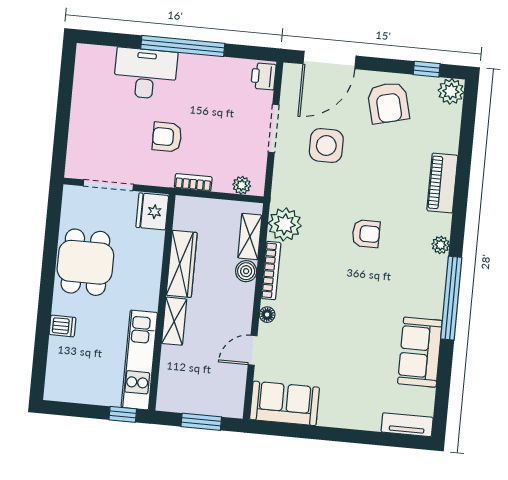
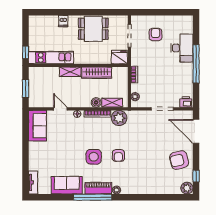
armchair: (167, 137) -> (156, 34), moved
side table: (326, 146) -> (94, 157), moved
piano: (442, 183) -> (98, 188), moved

